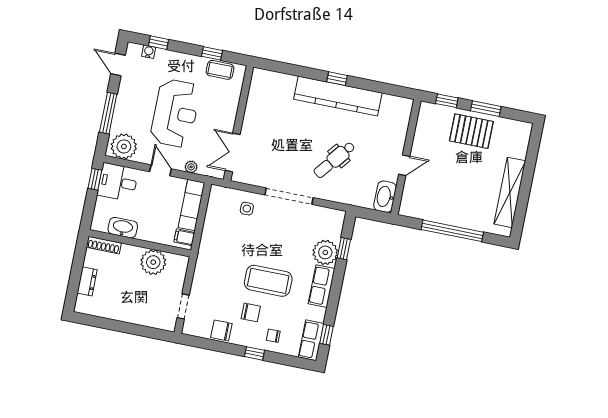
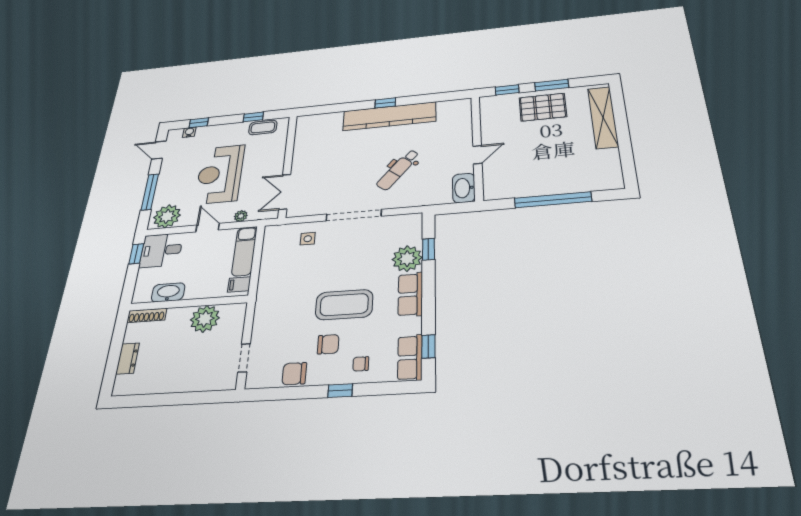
reception desk: (175, 113) -> (220, 174), turned 180
shelving: (510, 192) -> (603, 117), moved

